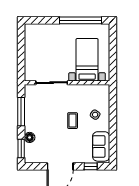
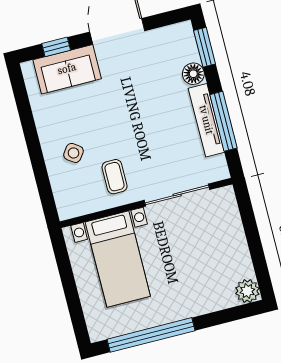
plant: (30, 29) -> (247, 291), added
tv unit: (29, 114) -> (206, 120), added
coffee table: (73, 121) -> (115, 177), moved
sofa: (101, 146) -> (67, 69), moved, turned 90

